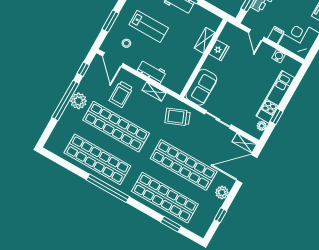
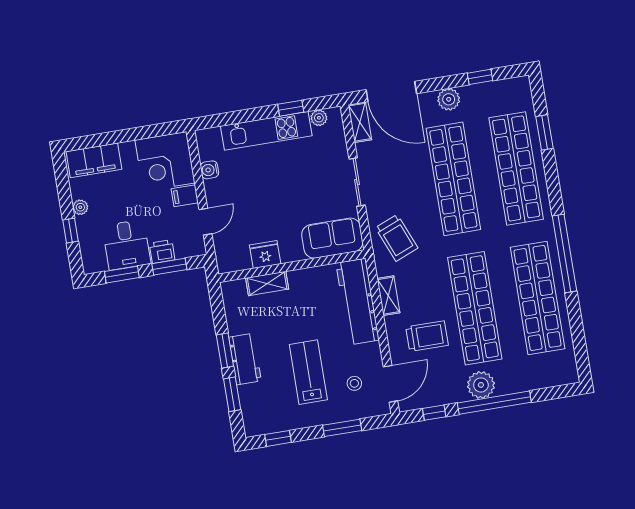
workbench: (152, 71) -> (358, 302), width x1.88, depth x1.32

